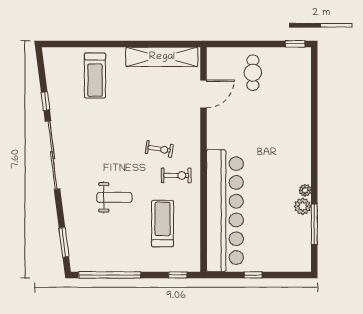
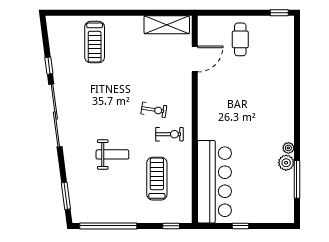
shelving: (162, 57) -> (167, 25), width x0.68
bar counter: (225, 211) -> (214, 182), width x0.73

